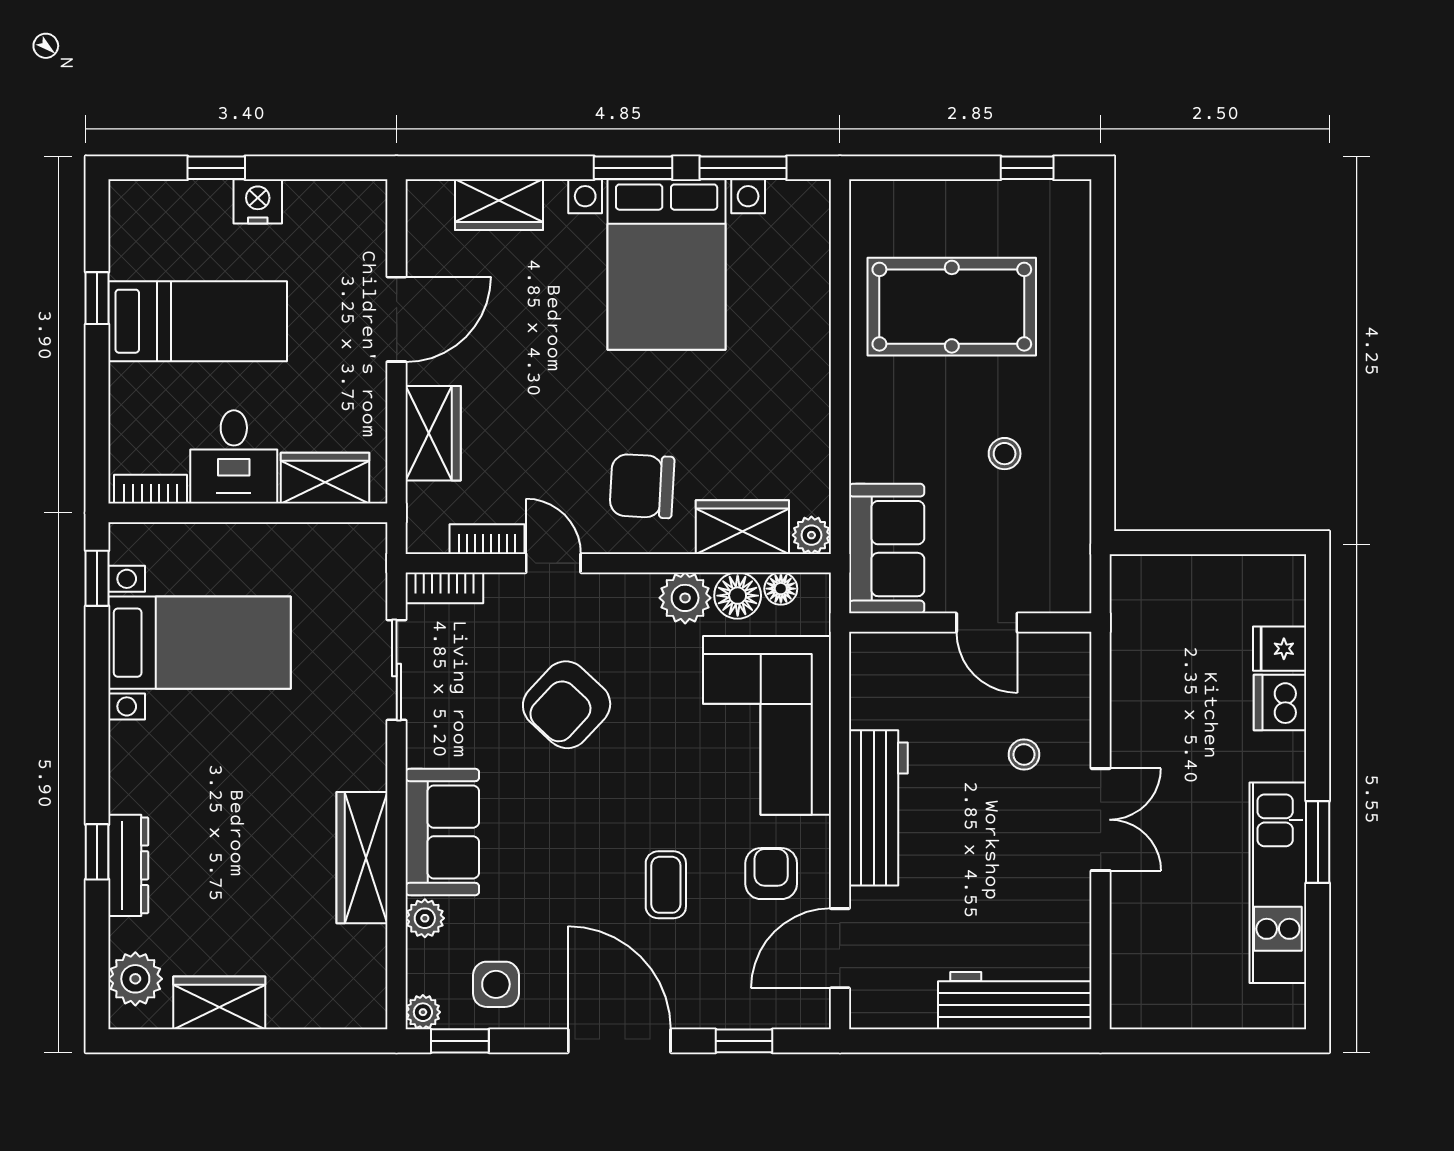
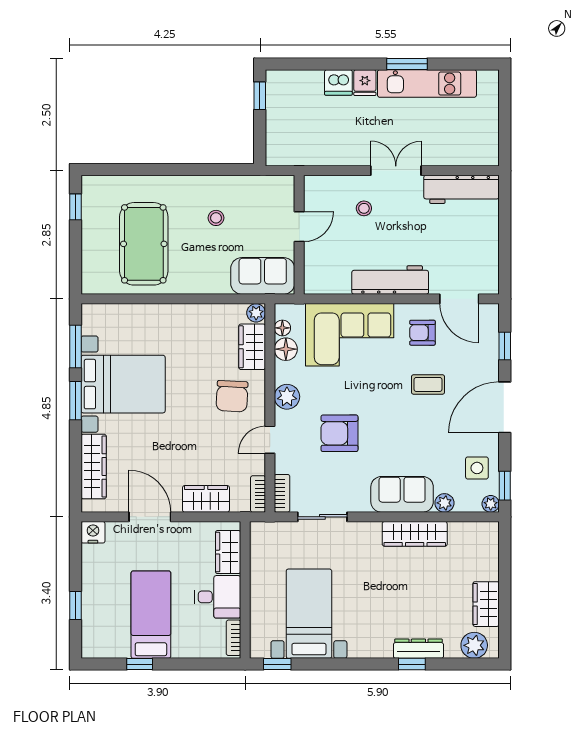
nightstand: (258, 201) -> (93, 532), moved, turned 90
wardrobe: (499, 205) -> (94, 466), width x1.50
bookcase: (487, 539) -> (258, 494), moved
window: (1253, 543) -> (260, 96), added
plant: (685, 598) -> (287, 397), moved
fridge: (1280, 649) -> (365, 83), moved
armchair: (567, 705) -> (340, 433), turned 137
workbench: (1015, 1001) -> (461, 189), moved, turned -90

